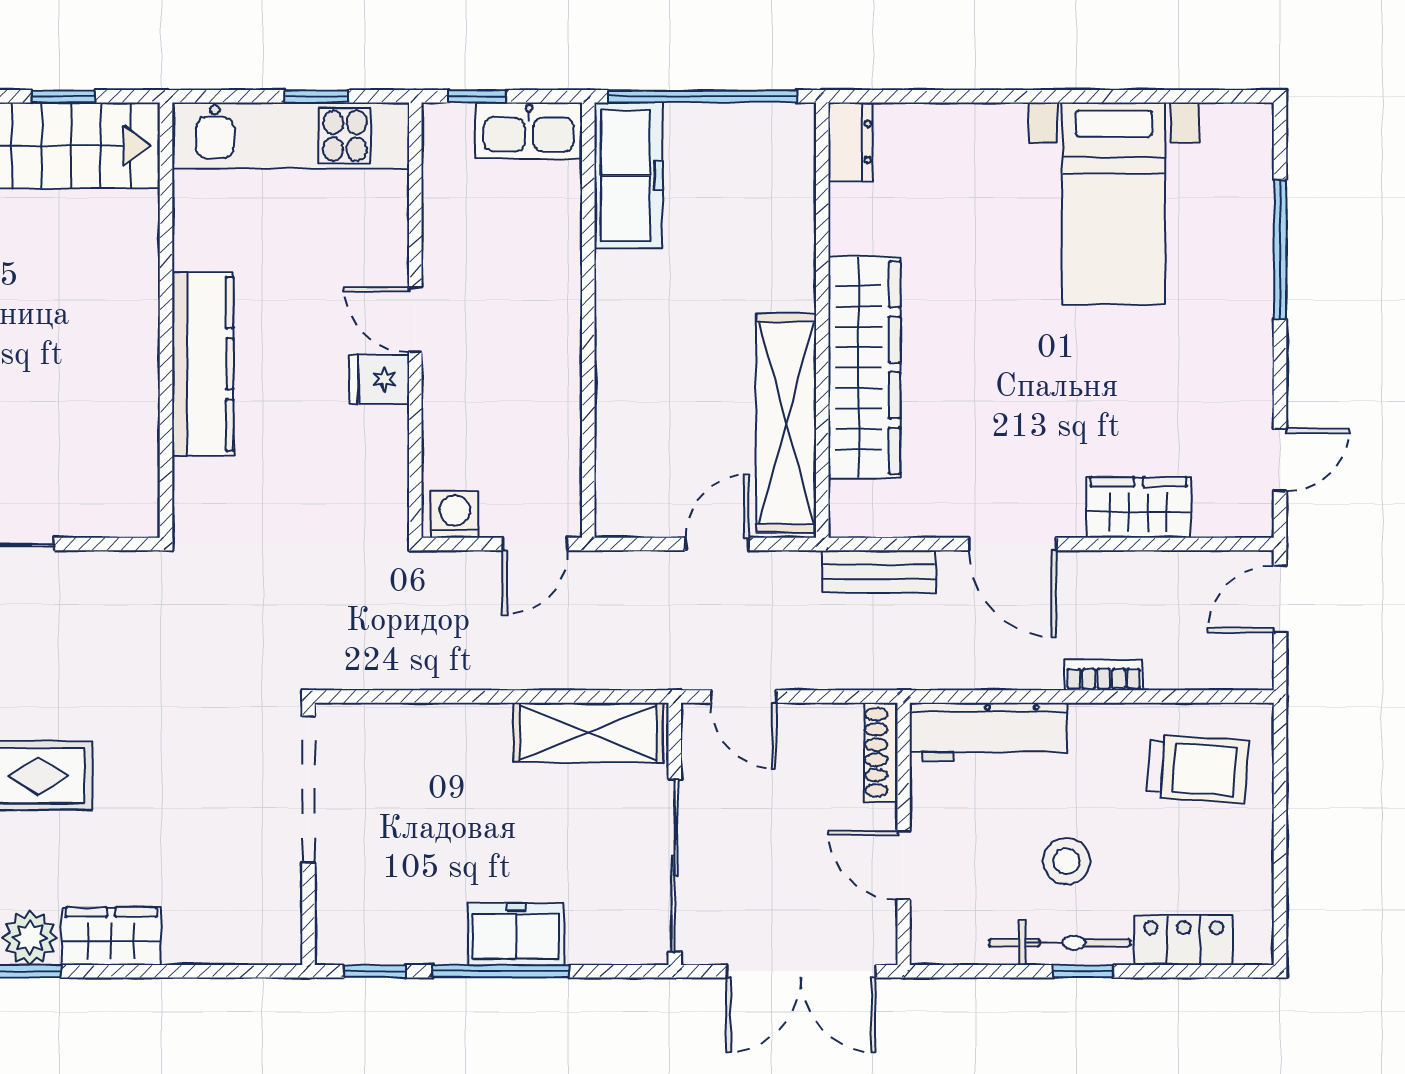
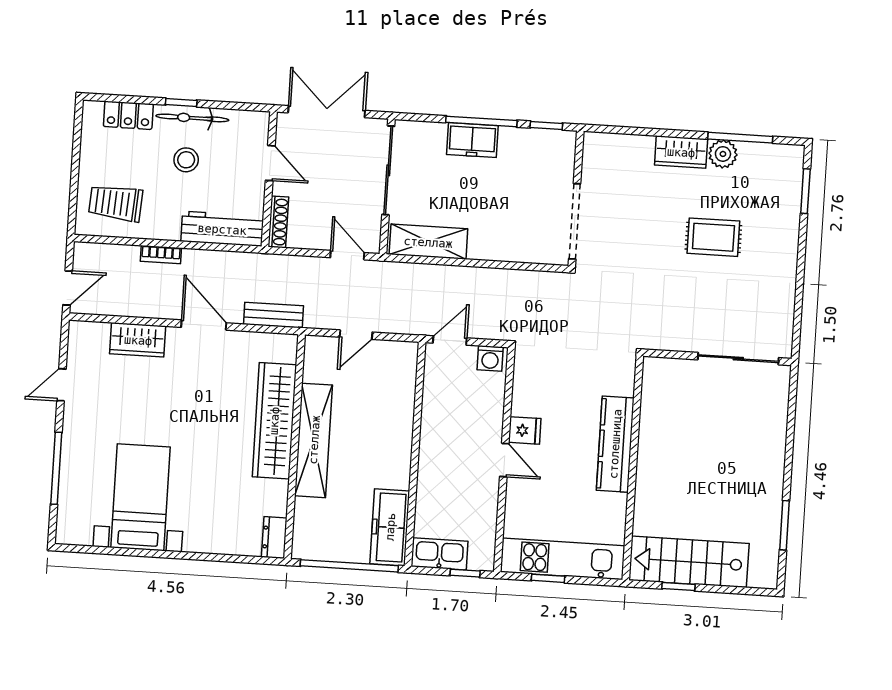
shelving: (786, 423) -> (314, 440), moved
door: (1280, 460) -> (62, 385), moved

